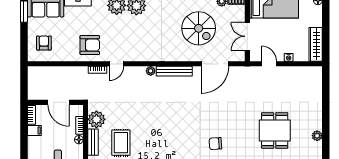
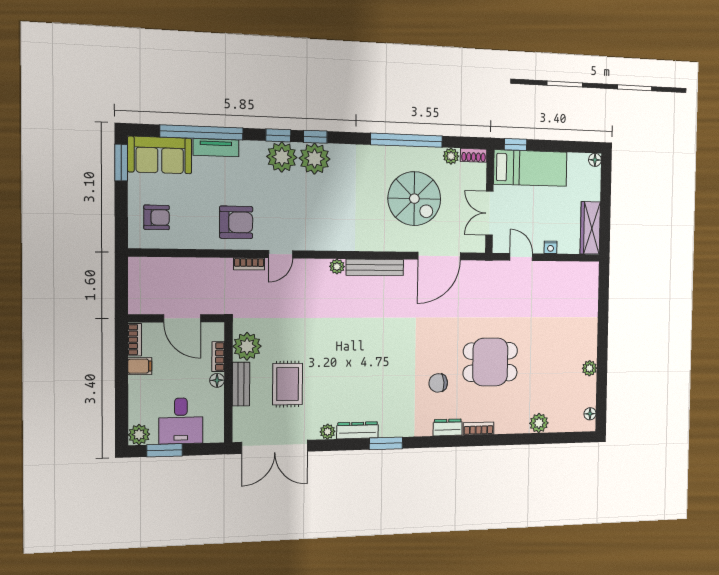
armchair: (44, 43) -> (157, 217), turned 90
dining table: (275, 131) -> (490, 362), moved, turned 90

